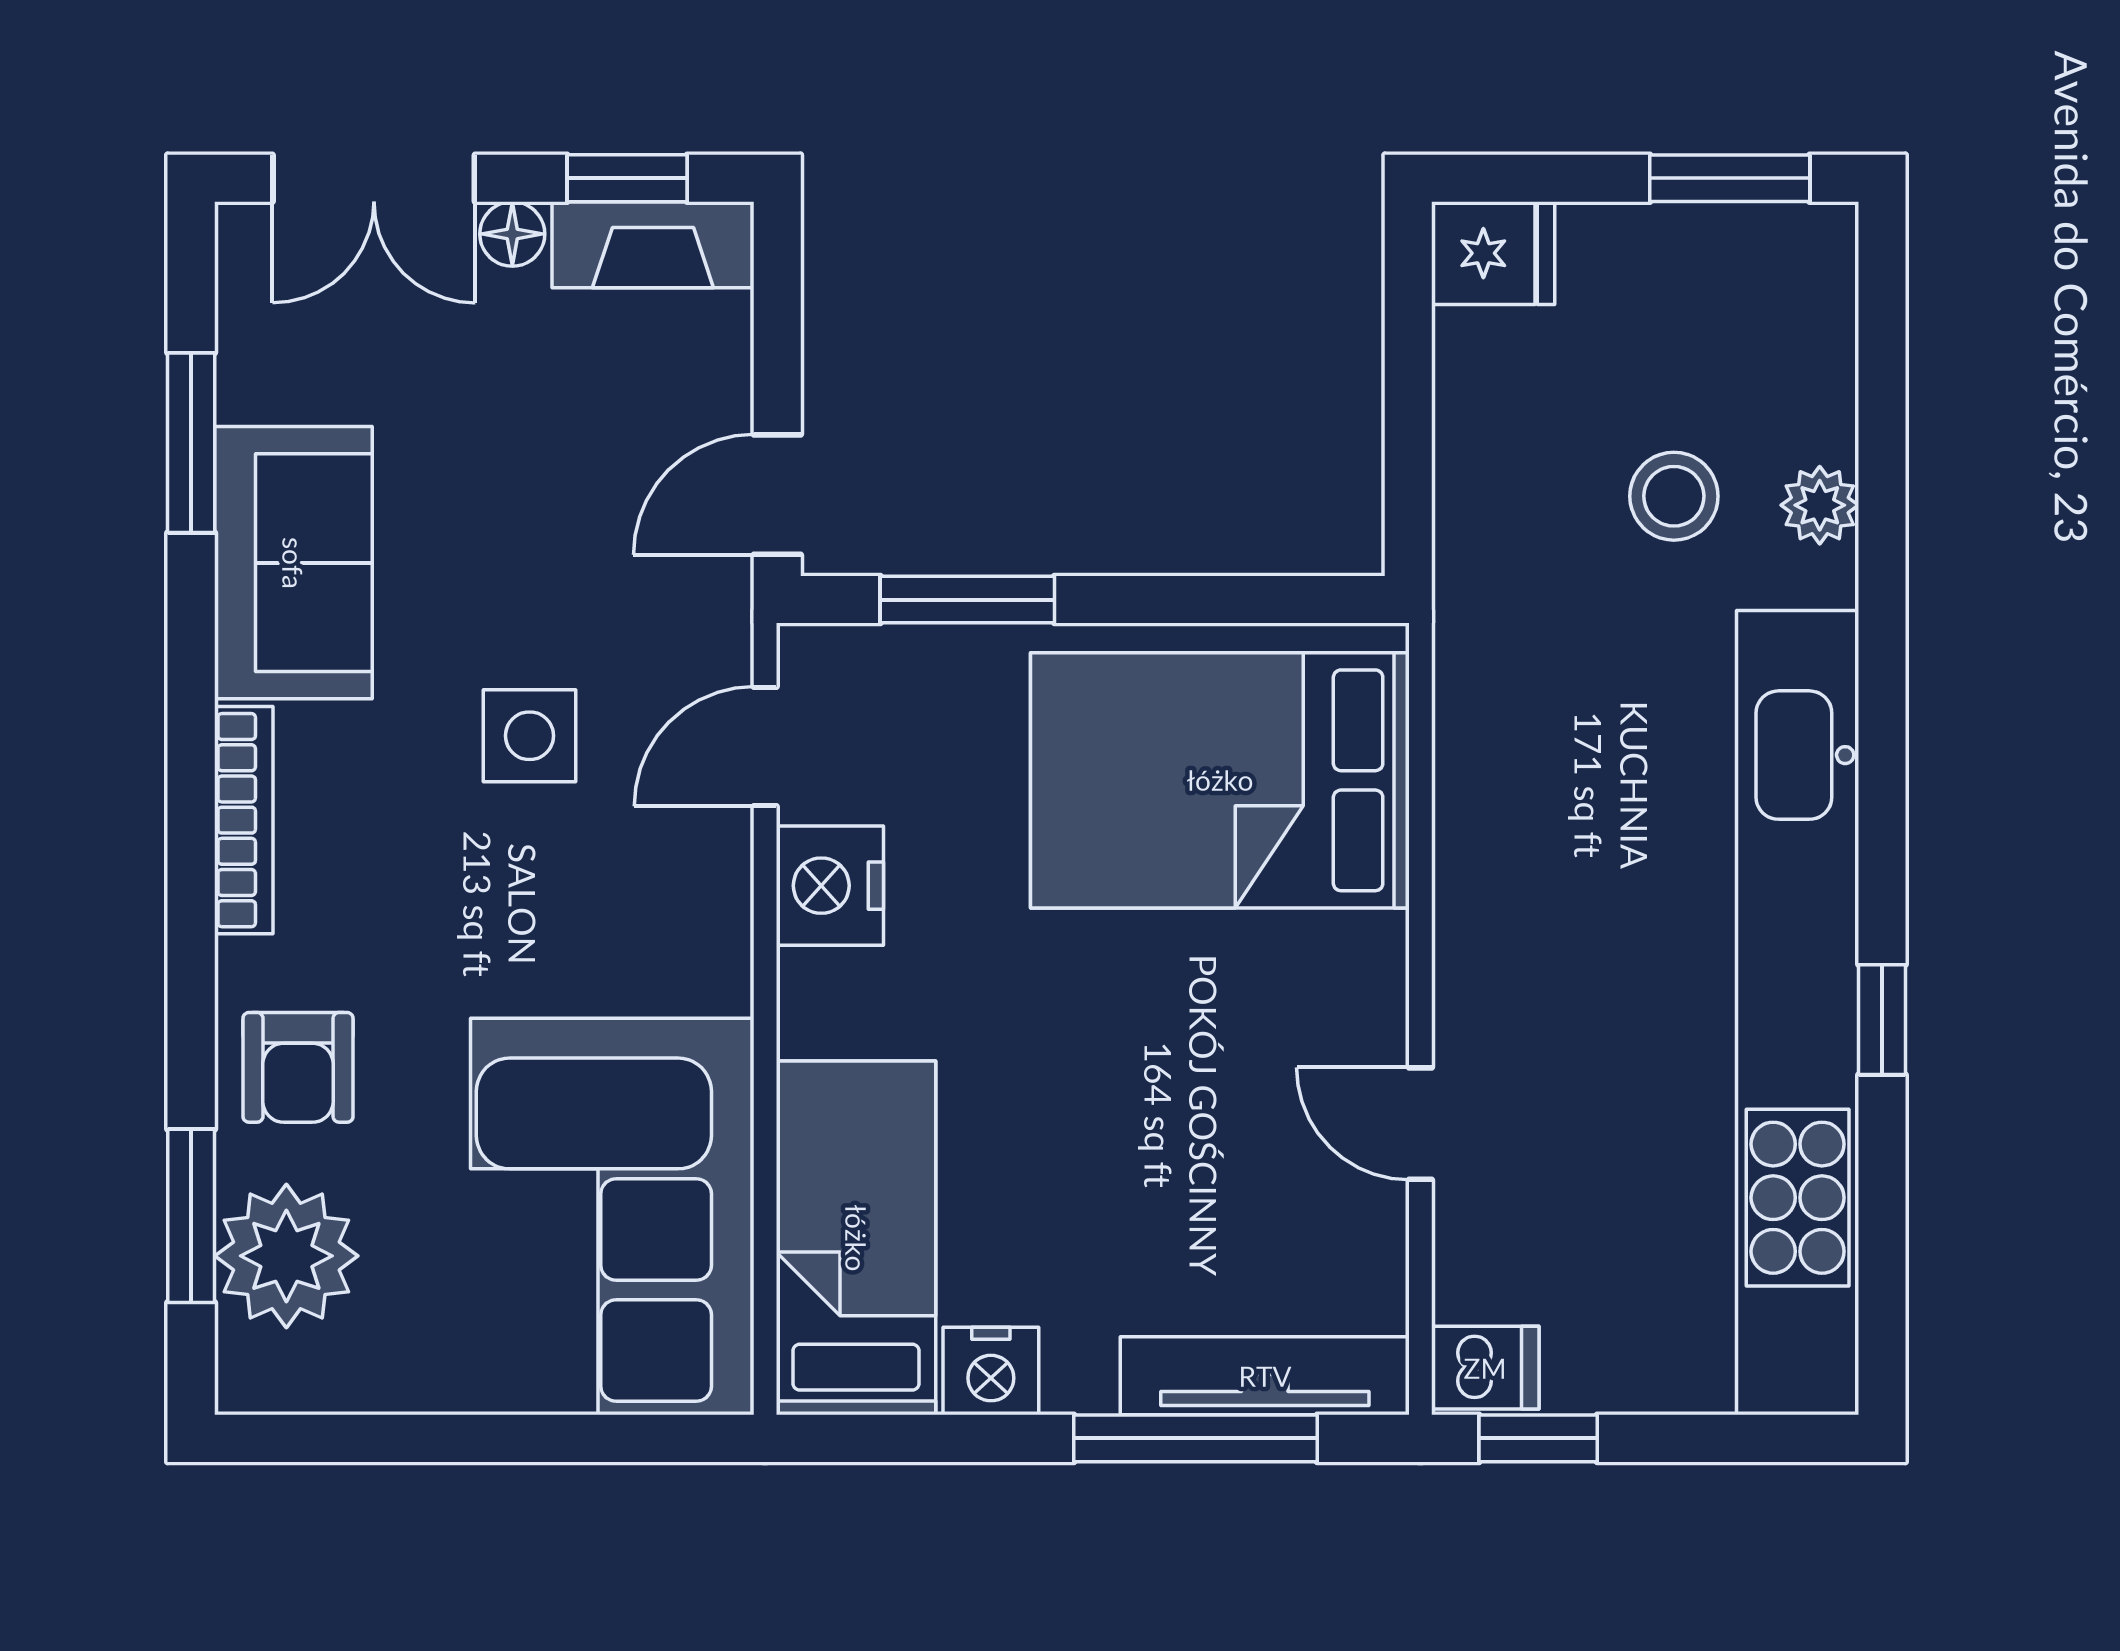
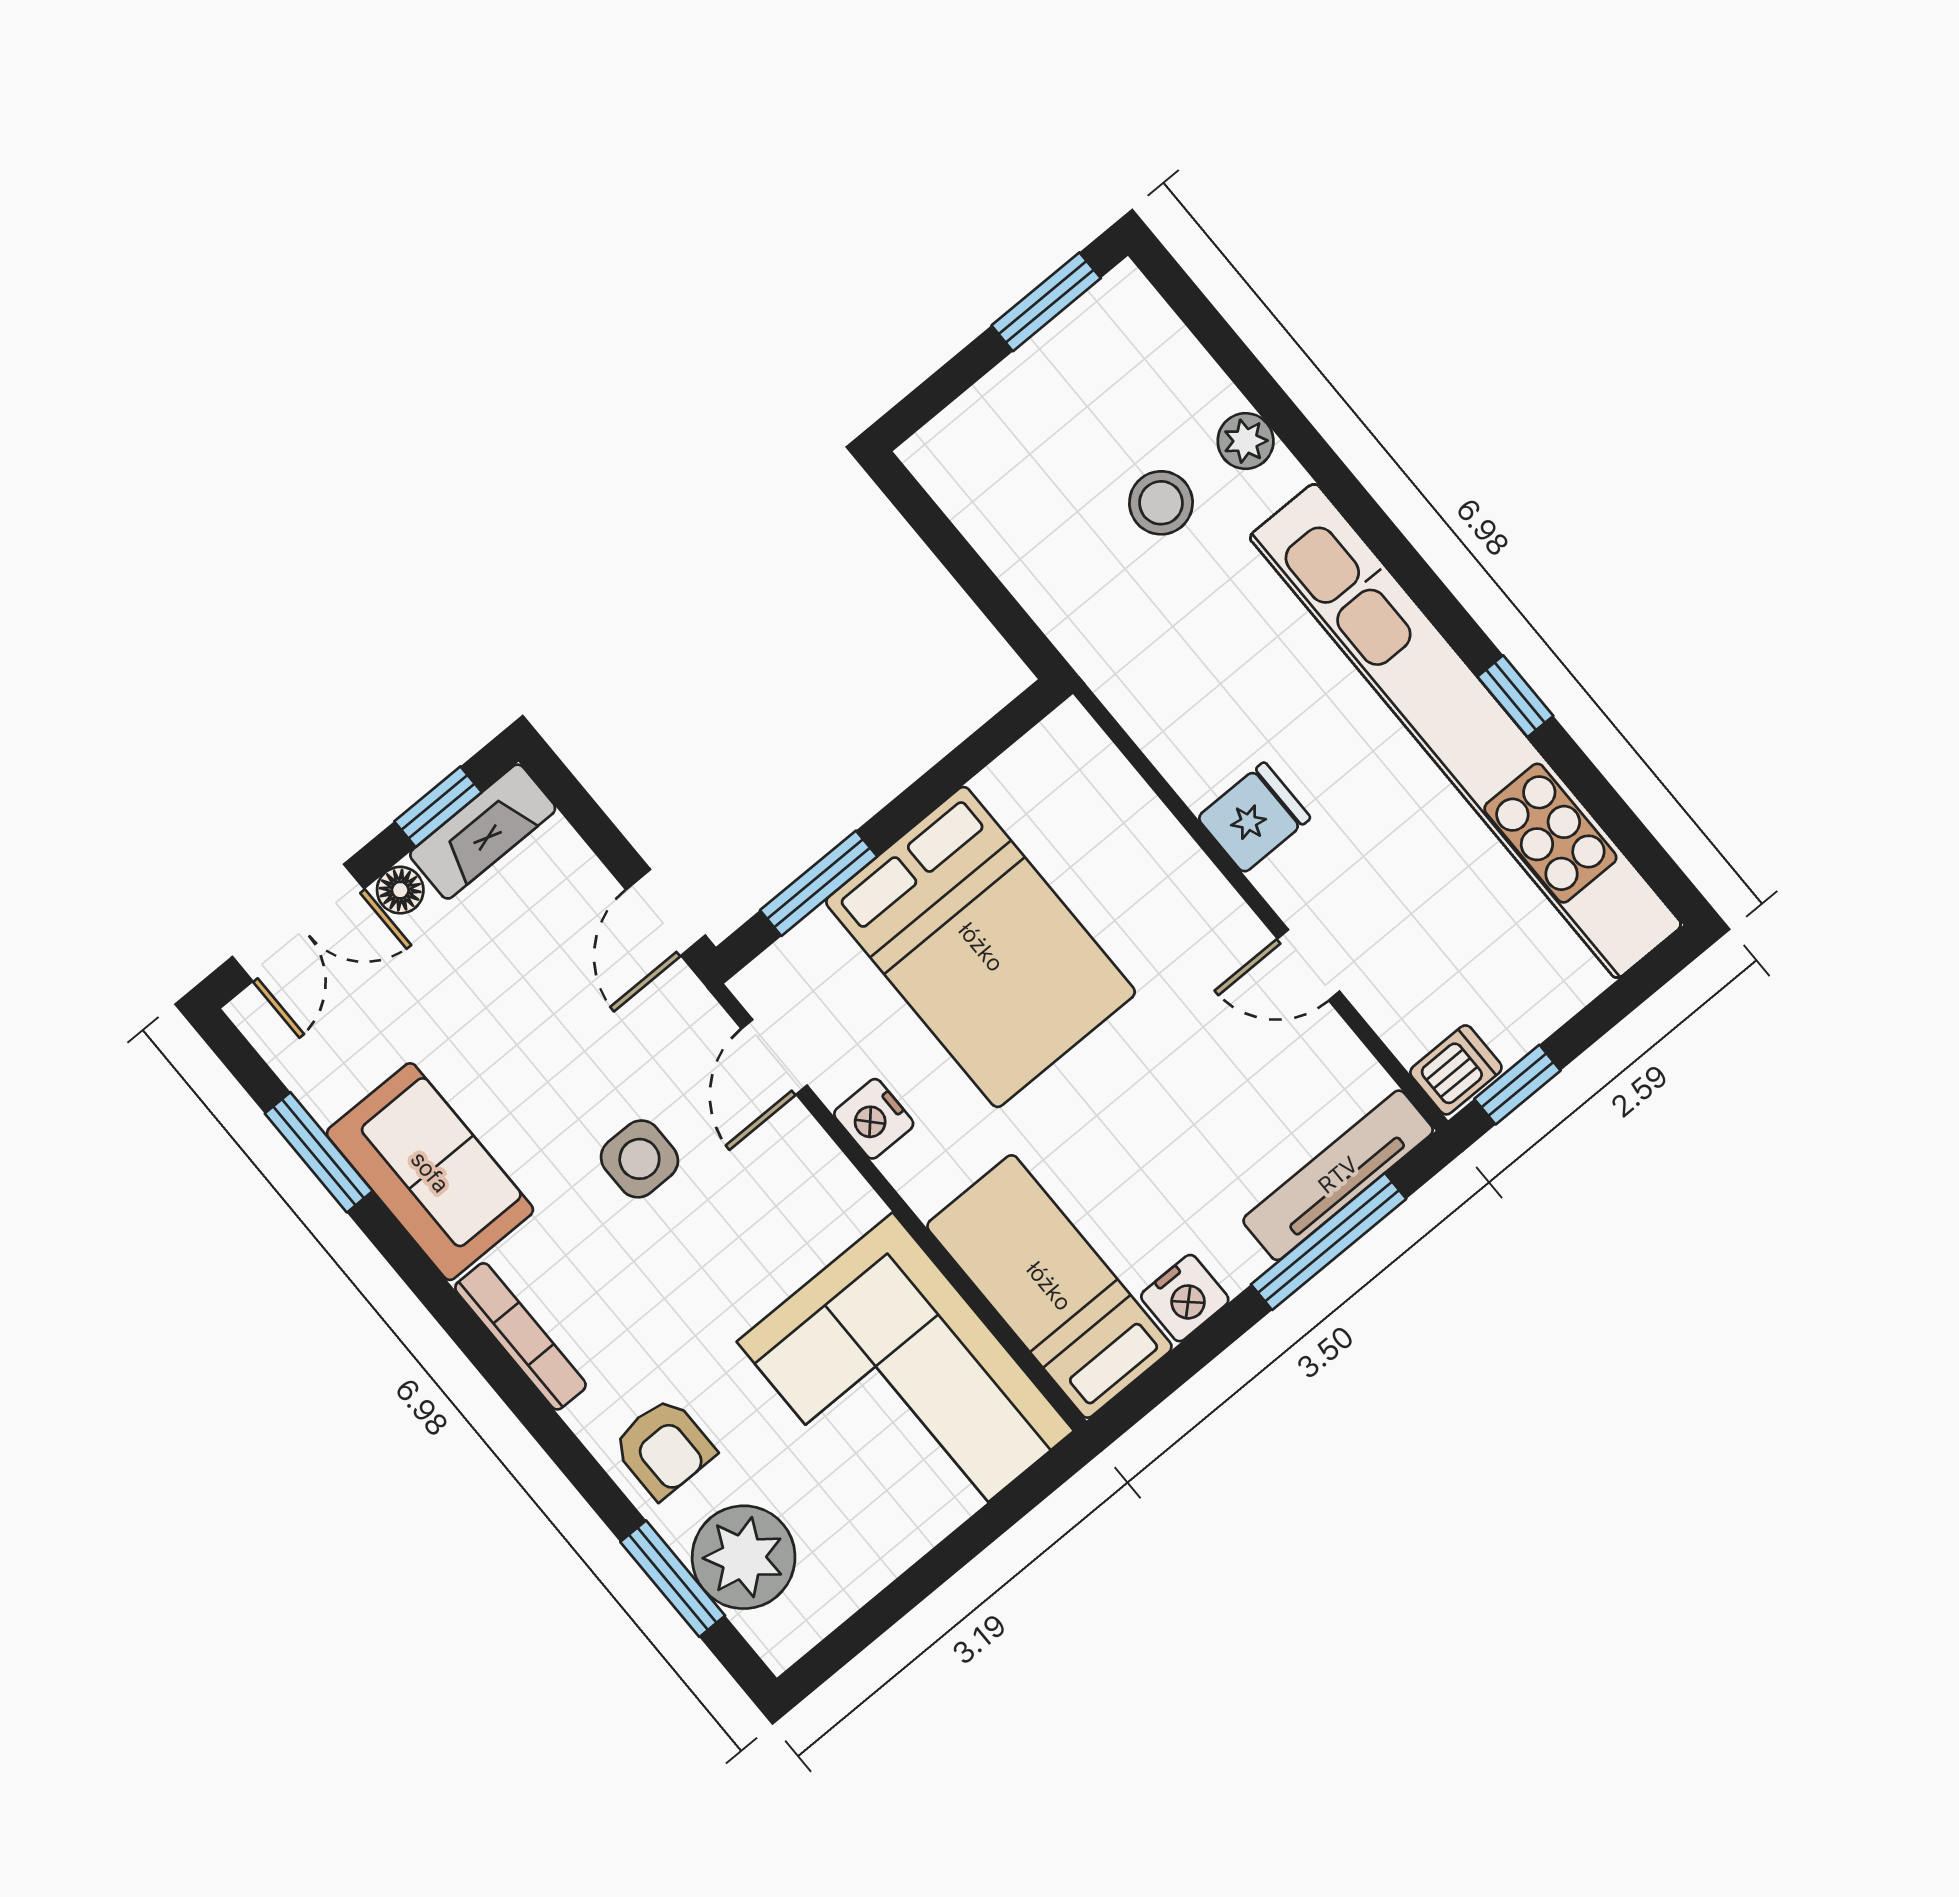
fridge: (1493, 253) -> (1254, 818), moved
bed: (1220, 780) -> (981, 947), moved, turned -90
nightstand: (830, 886) -> (874, 1119), width x0.74, depth x0.75

